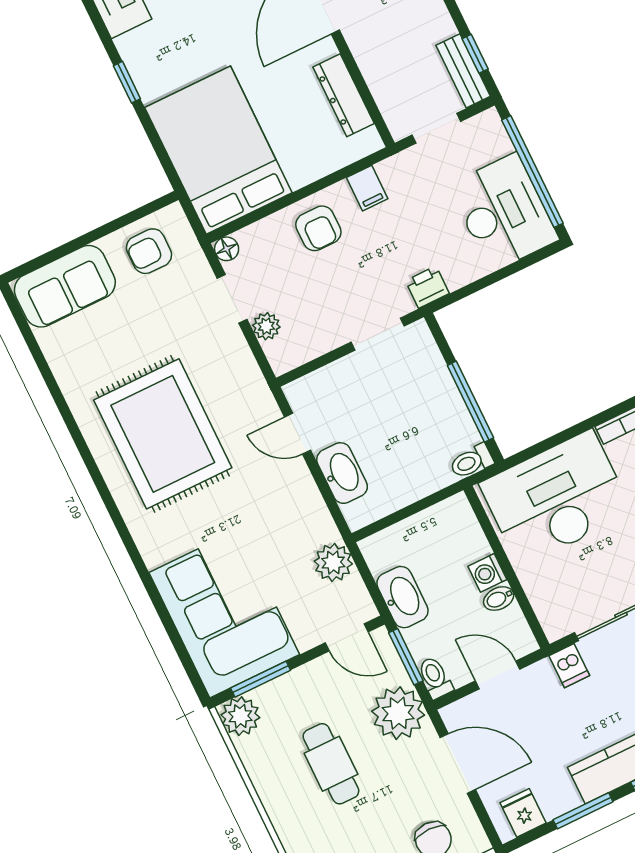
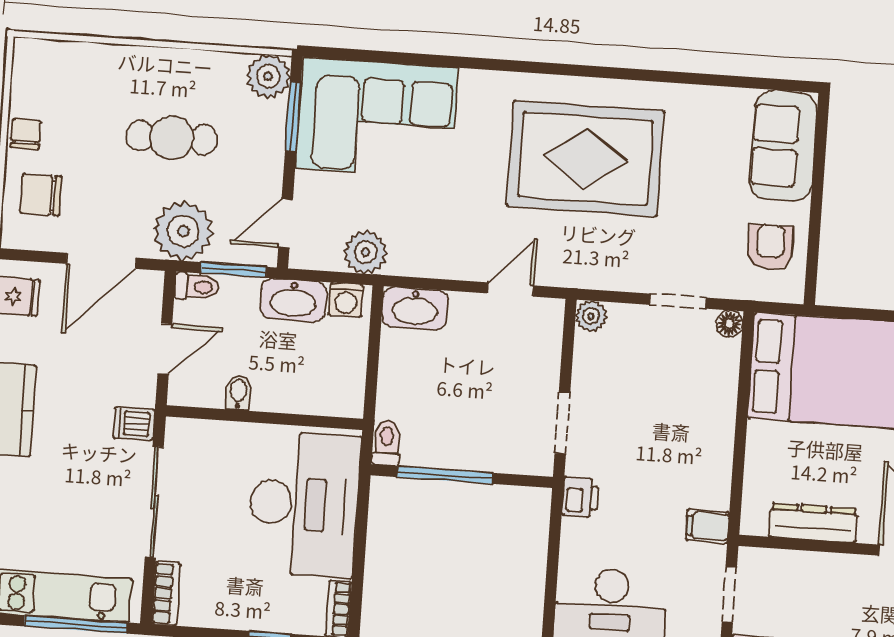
filing cabinet: (367, 188) -> (708, 526), moved
armchair: (318, 228) -> (698, 424), removed
plant: (266, 326) -> (591, 316), moved
washbasin: (342, 473) -> (415, 308), moved
washing machine: (487, 573) -> (346, 300), moved, turned 180

